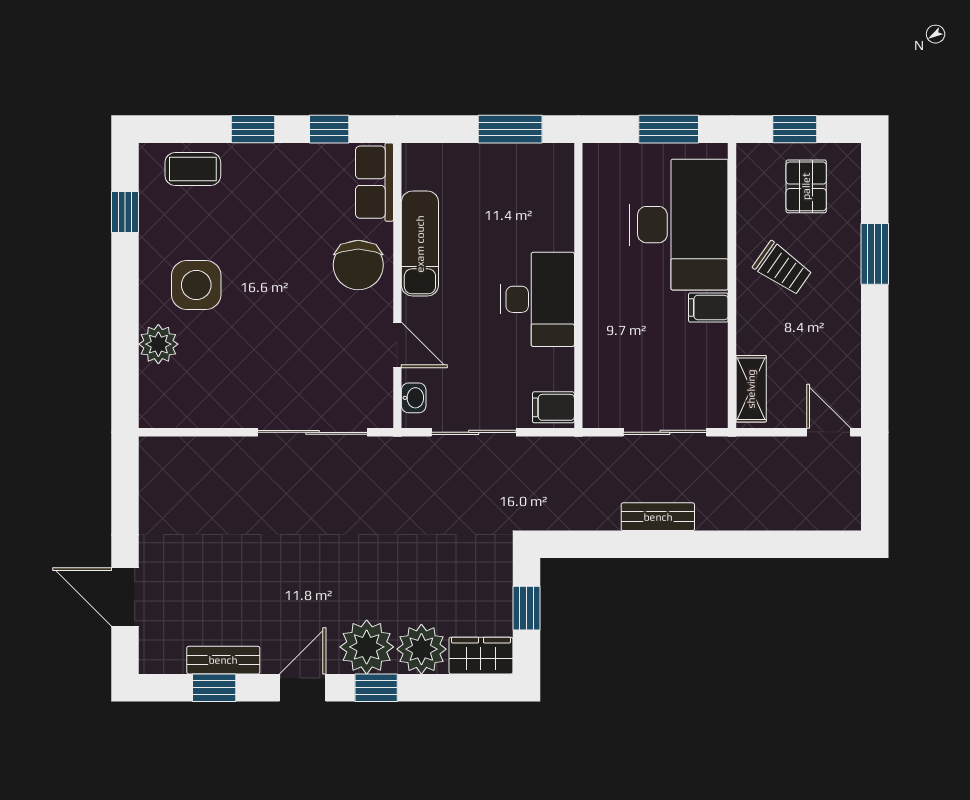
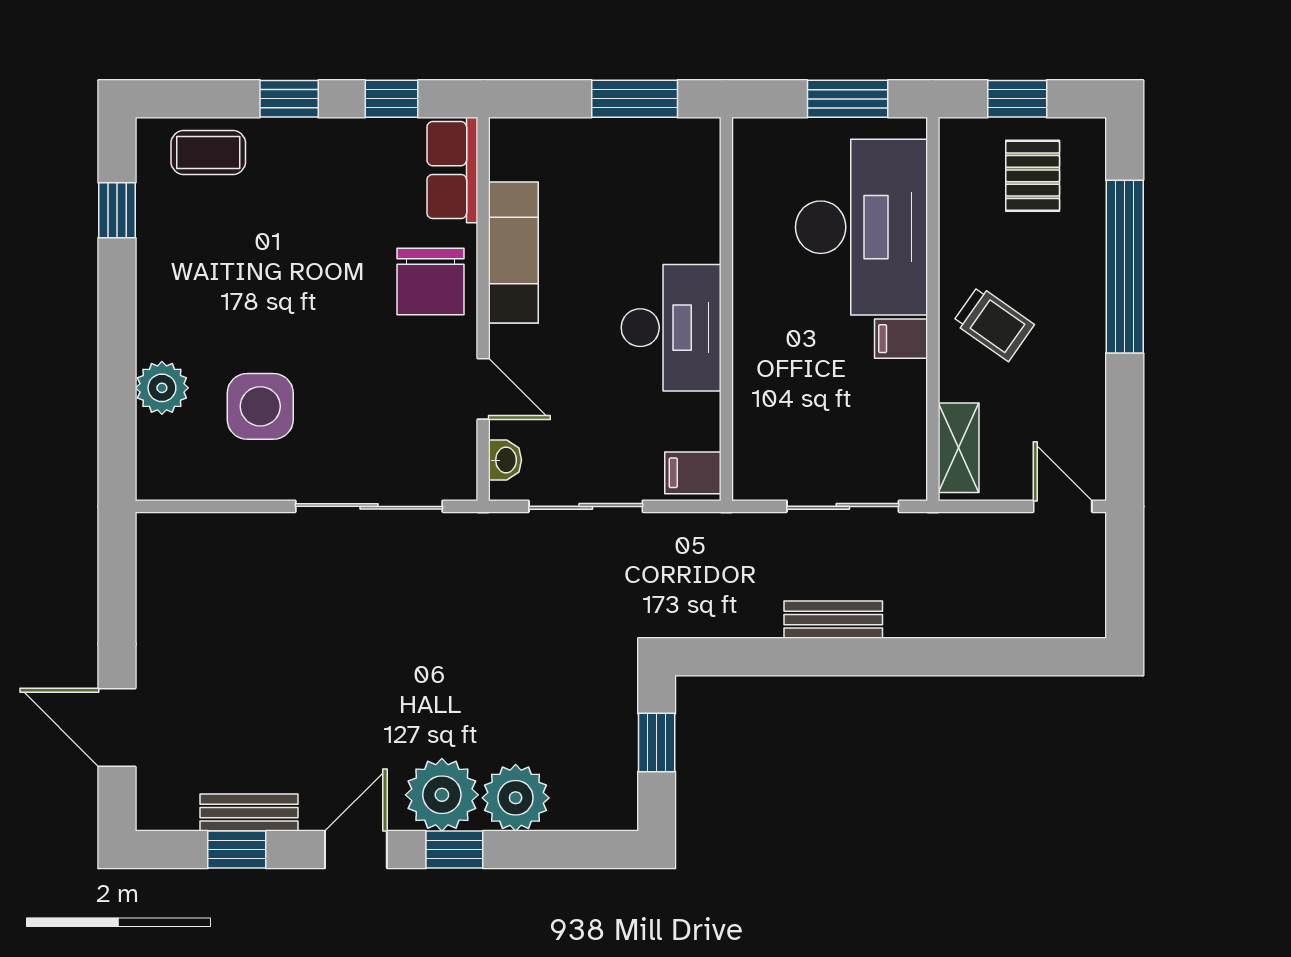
window: (875, 254) -> (1125, 267), width x2.11
trolley: (783, 268) -> (994, 323), moved
side table: (196, 285) -> (260, 406), moved
wardrobe: (481, 656) -> (595, 806), removed

